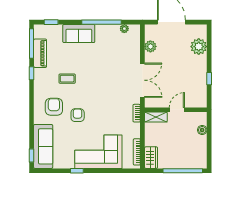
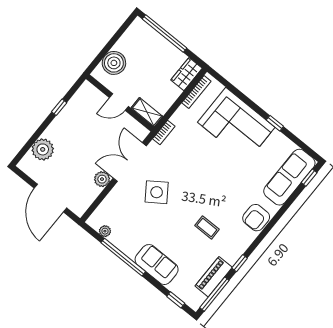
plant: (150, 46) -> (102, 179), moved
side table: (113, 75) -> (157, 192), added
armchair: (54, 107) -> (256, 218), moved
armchair: (78, 115) -> (227, 181), removed
boiler: (202, 130) -> (114, 63), width x1.86, depth x1.86

